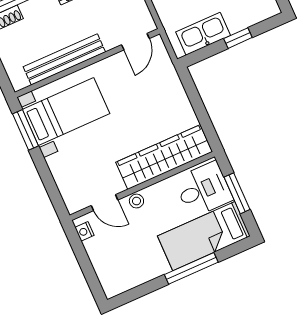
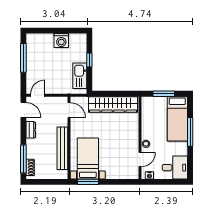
wardrobe: (164, 157) -> (113, 104), moved, turned -90
desk: (203, 189) -> (175, 168), moved, turned 90

